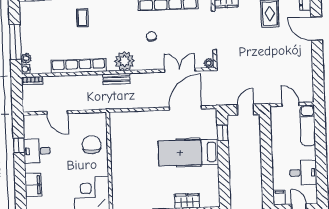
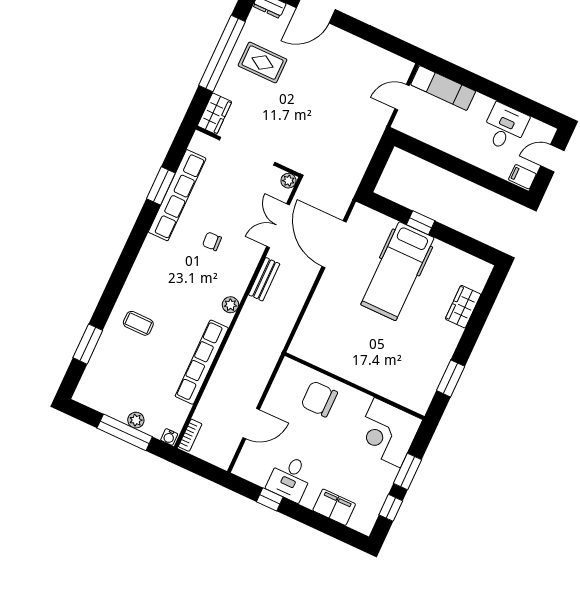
plant: (26, 58) -> (136, 420), moved
plant: (125, 61) -> (230, 305), width x0.53, depth x0.53
bench: (116, 79) -> (264, 279), moved
door: (245, 110) -> (378, 163), removed
window: (223, 133) -> (421, 223), moved

